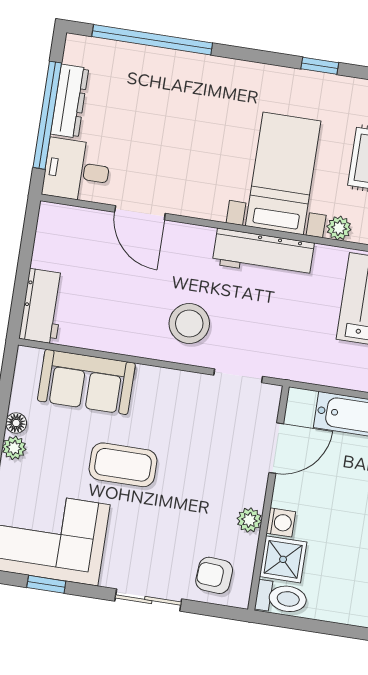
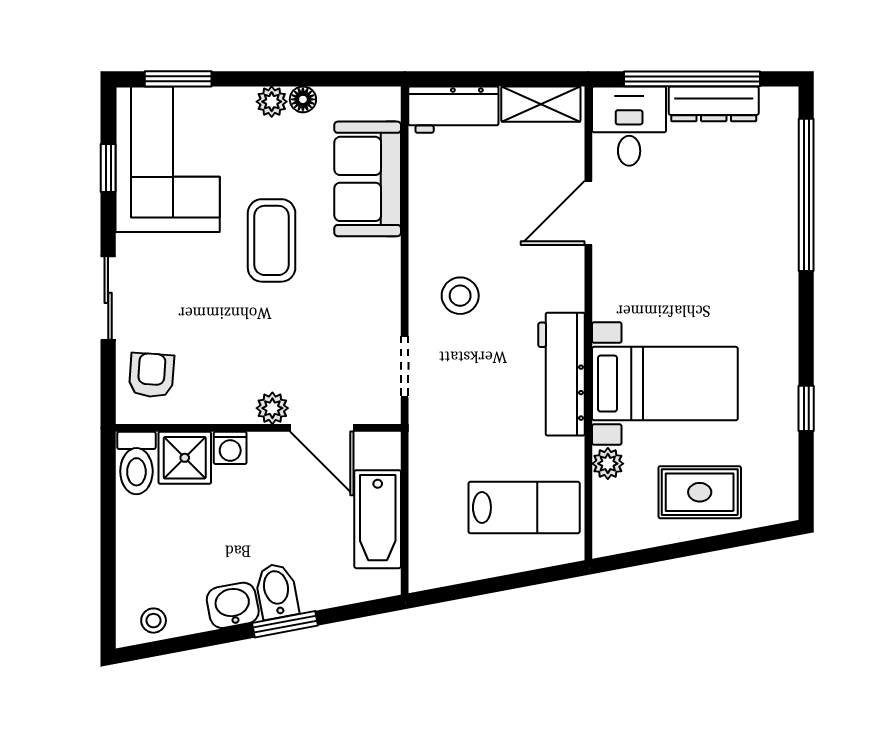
shelving: (49, 237) -> (541, 104), added
stool: (189, 324) -> (460, 296), width x0.73, depth x0.73
plant: (249, 520) -> (272, 408), moved

